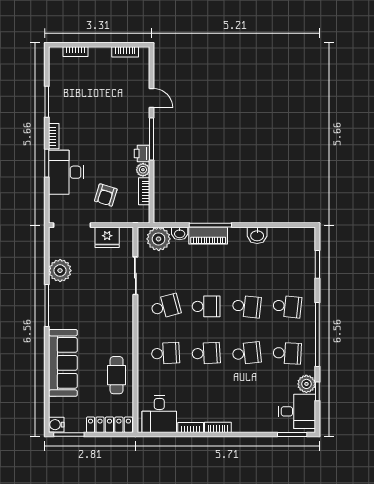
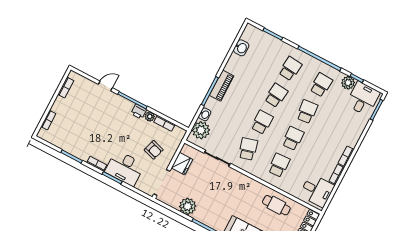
washbasin: (257, 235) -> (241, 48), moved
piano: (208, 236) -> (222, 86), moved

